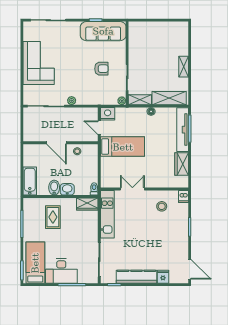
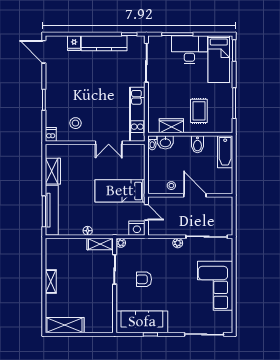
shelving: (169, 98) -> (65, 325), moved
washbasin: (67, 189) -> (165, 142), moved
wardrobe: (87, 204) -> (171, 126), moved

